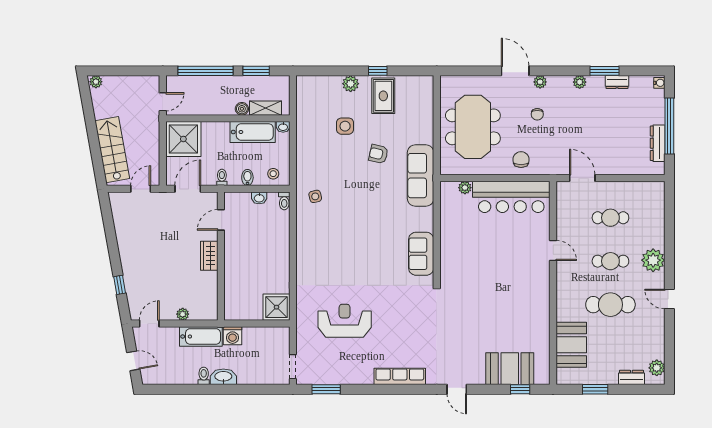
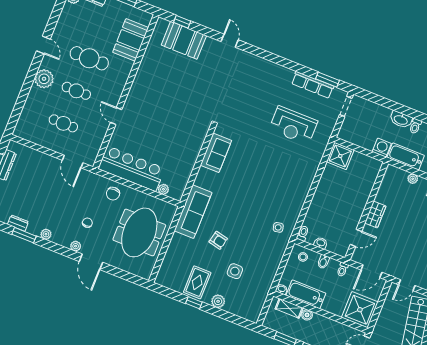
row of seats: (400, 376) -> (313, 85), moved

